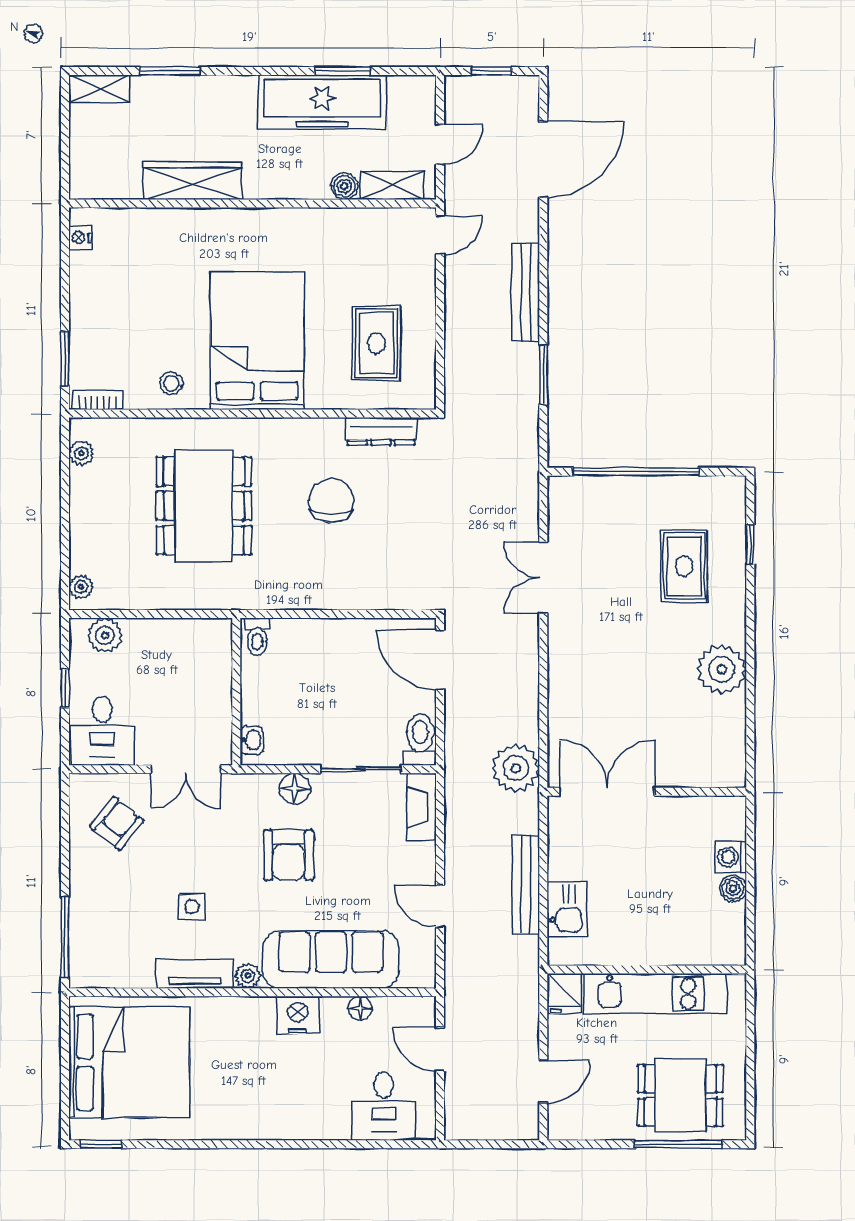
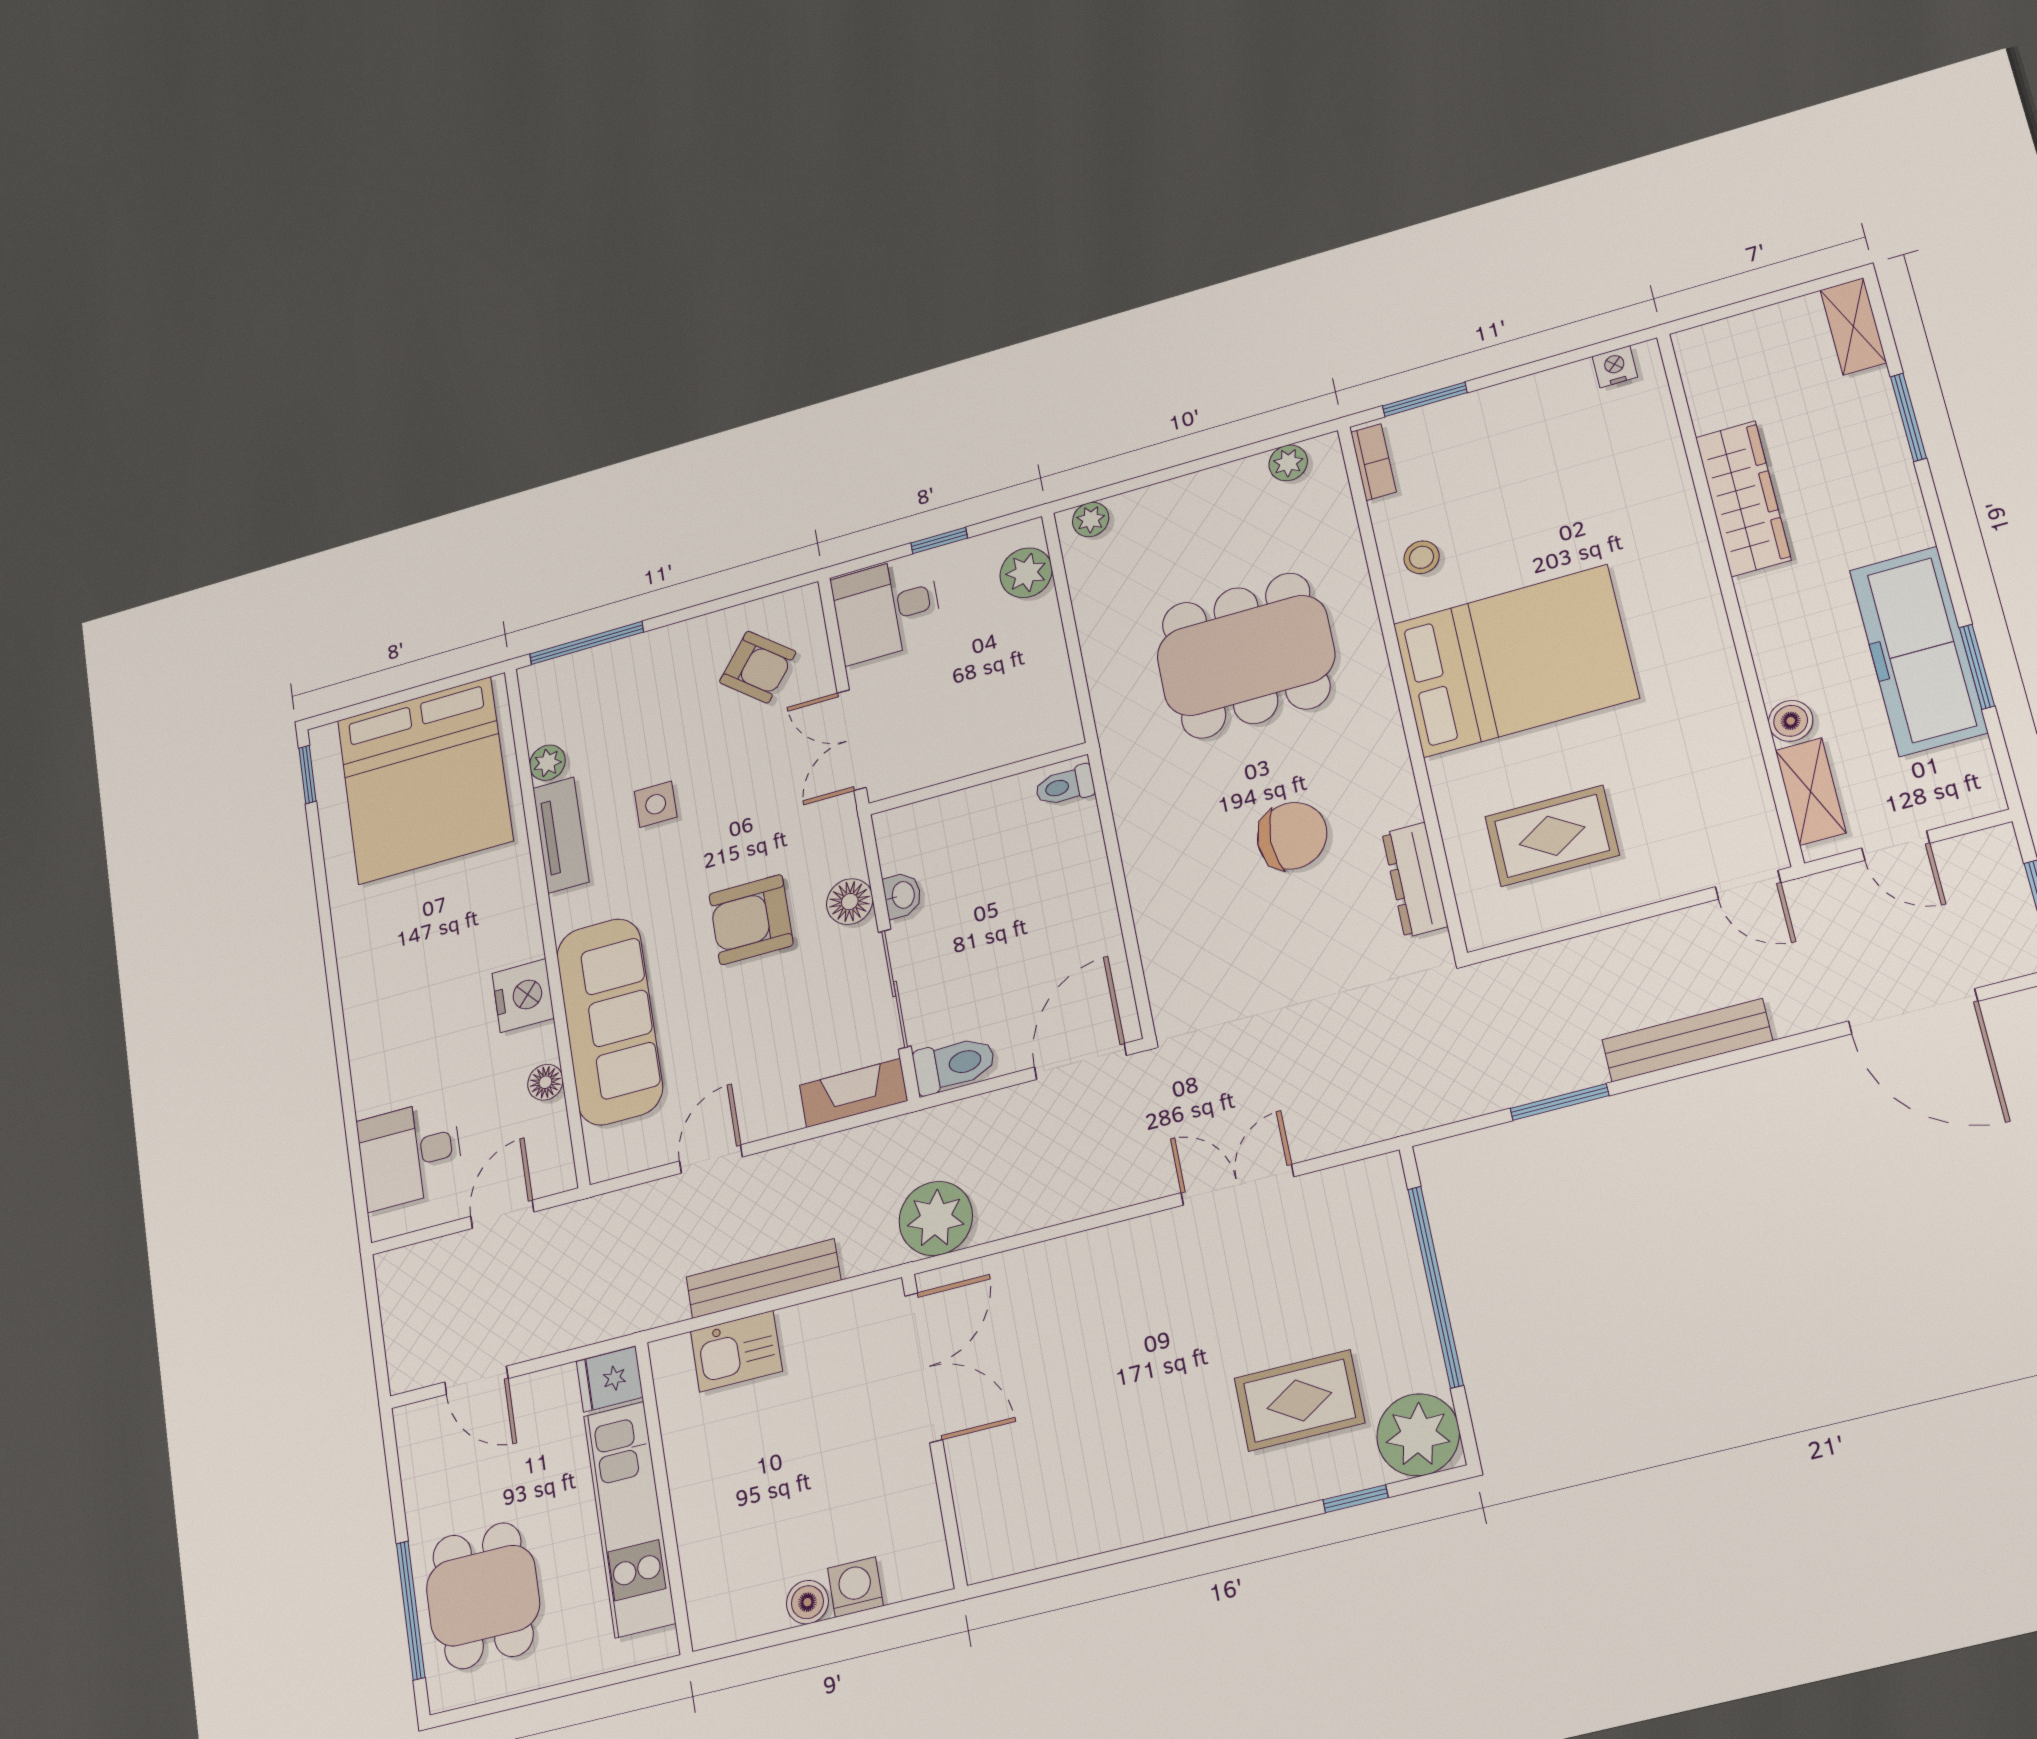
plant: (722, 669) -> (1418, 1435), moved
washbasin: (252, 740) -> (902, 895), moved, turned -90
plant: (248, 976) -> (547, 763), moved

